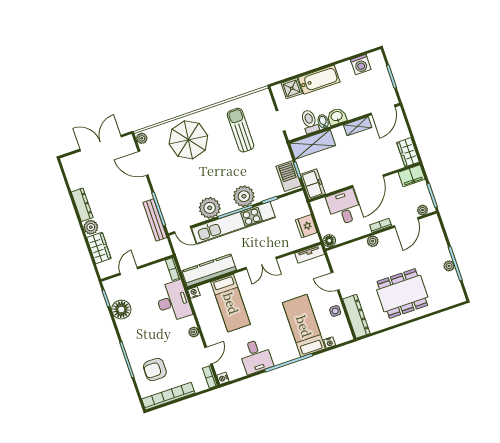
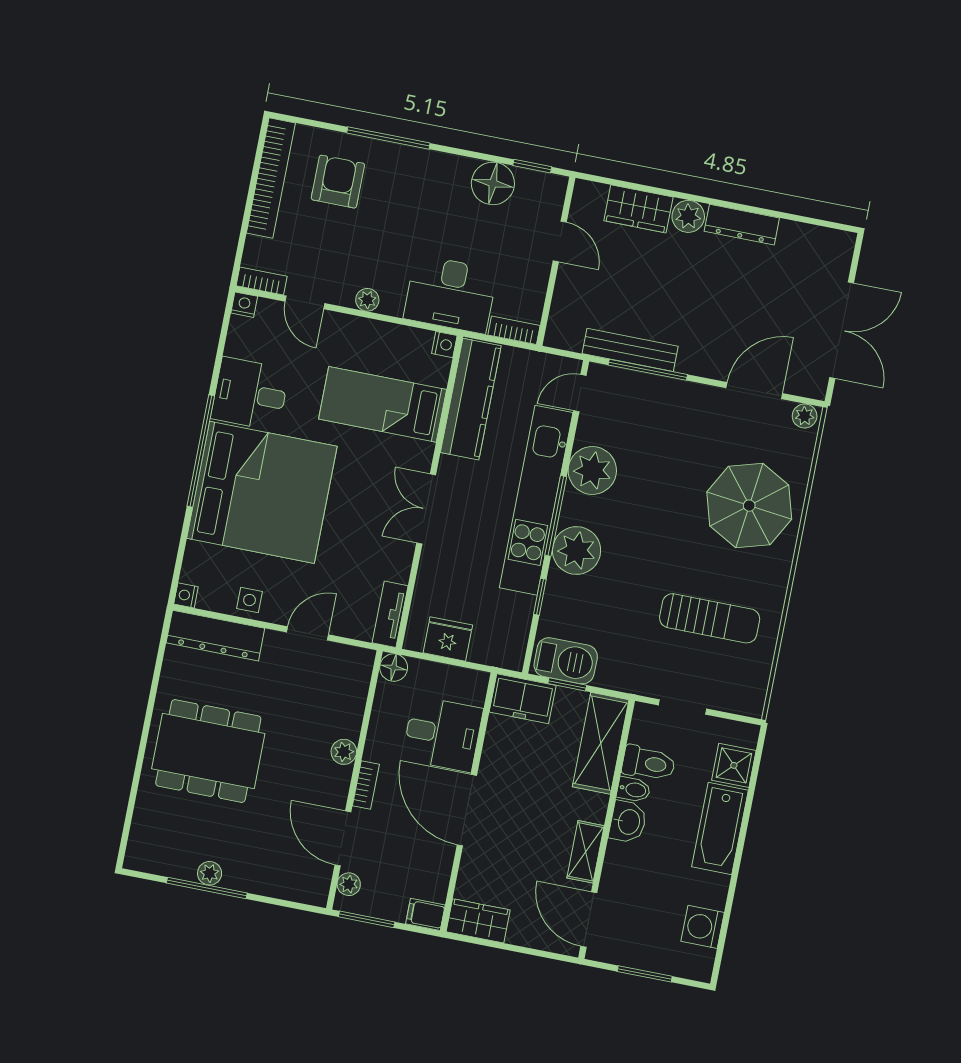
filing cabinet: (412, 176) -> (425, 914), width x0.50
dining table: (402, 293) -> (208, 751), turned 90
bed: (304, 326) -> (262, 492), width x2.04
nightstand: (330, 343) -> (186, 595), moved

